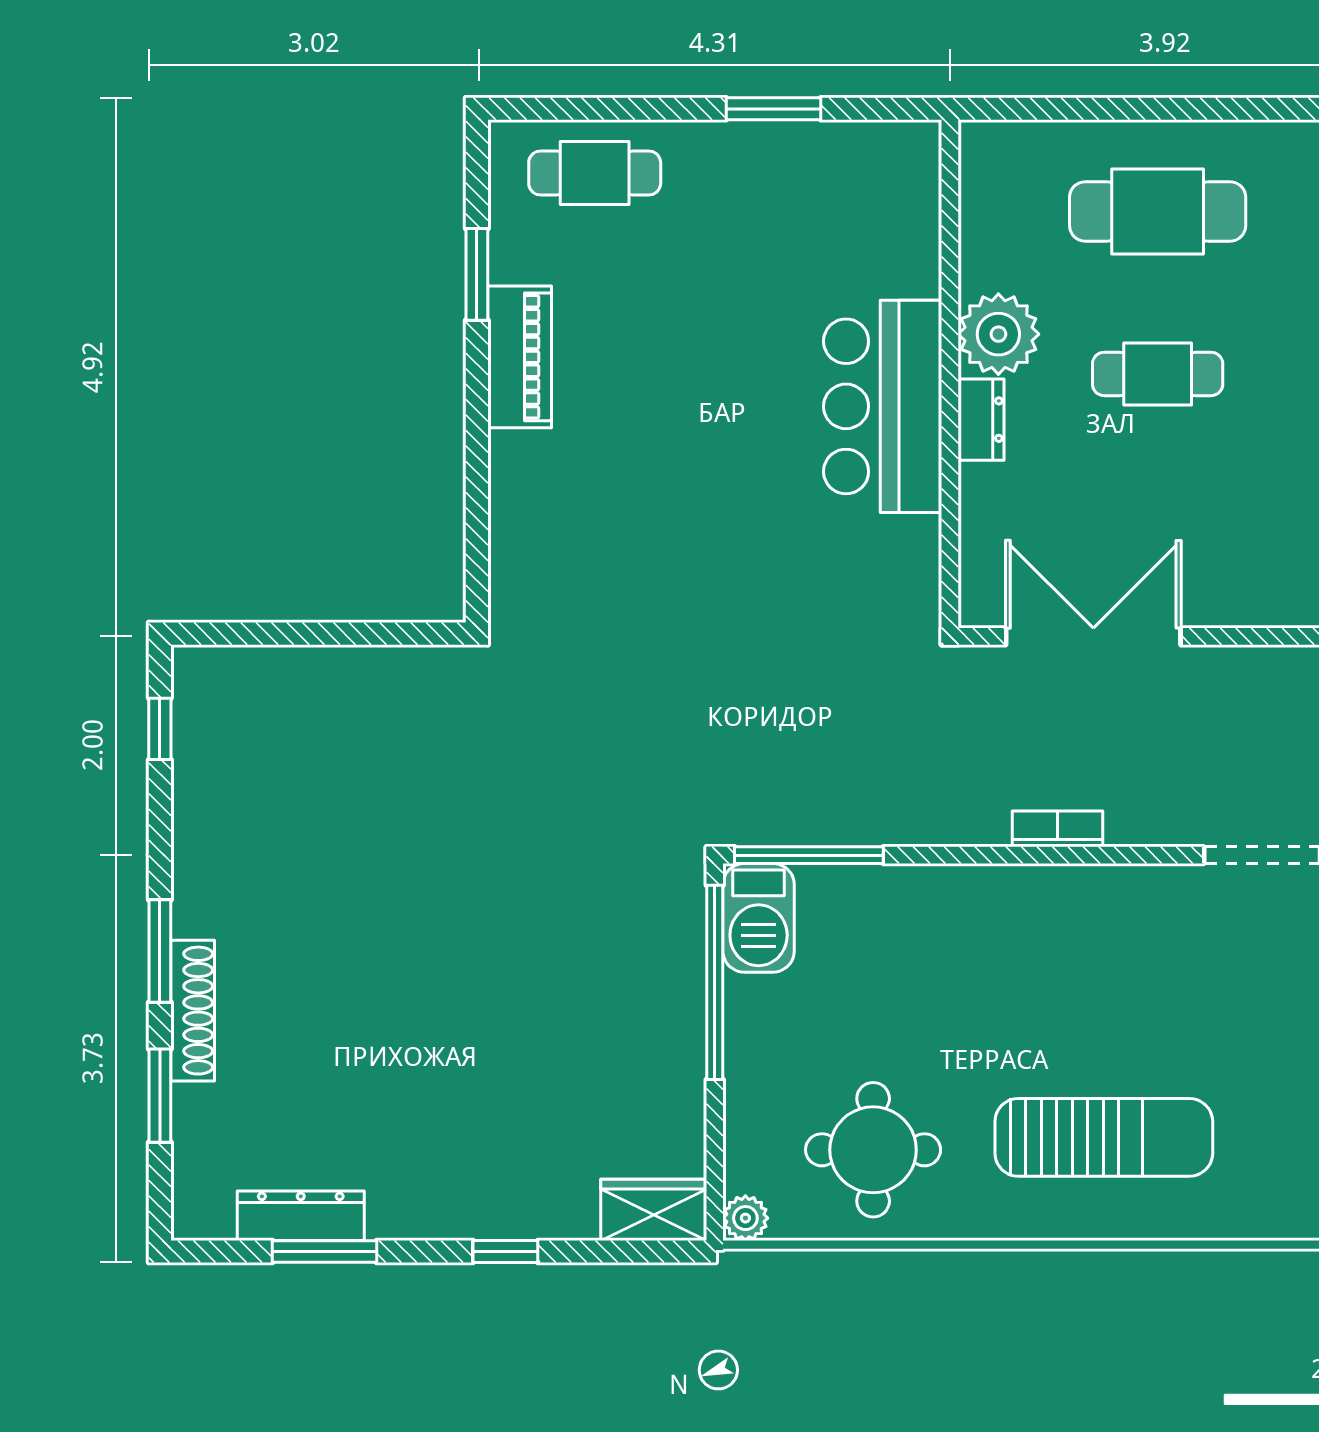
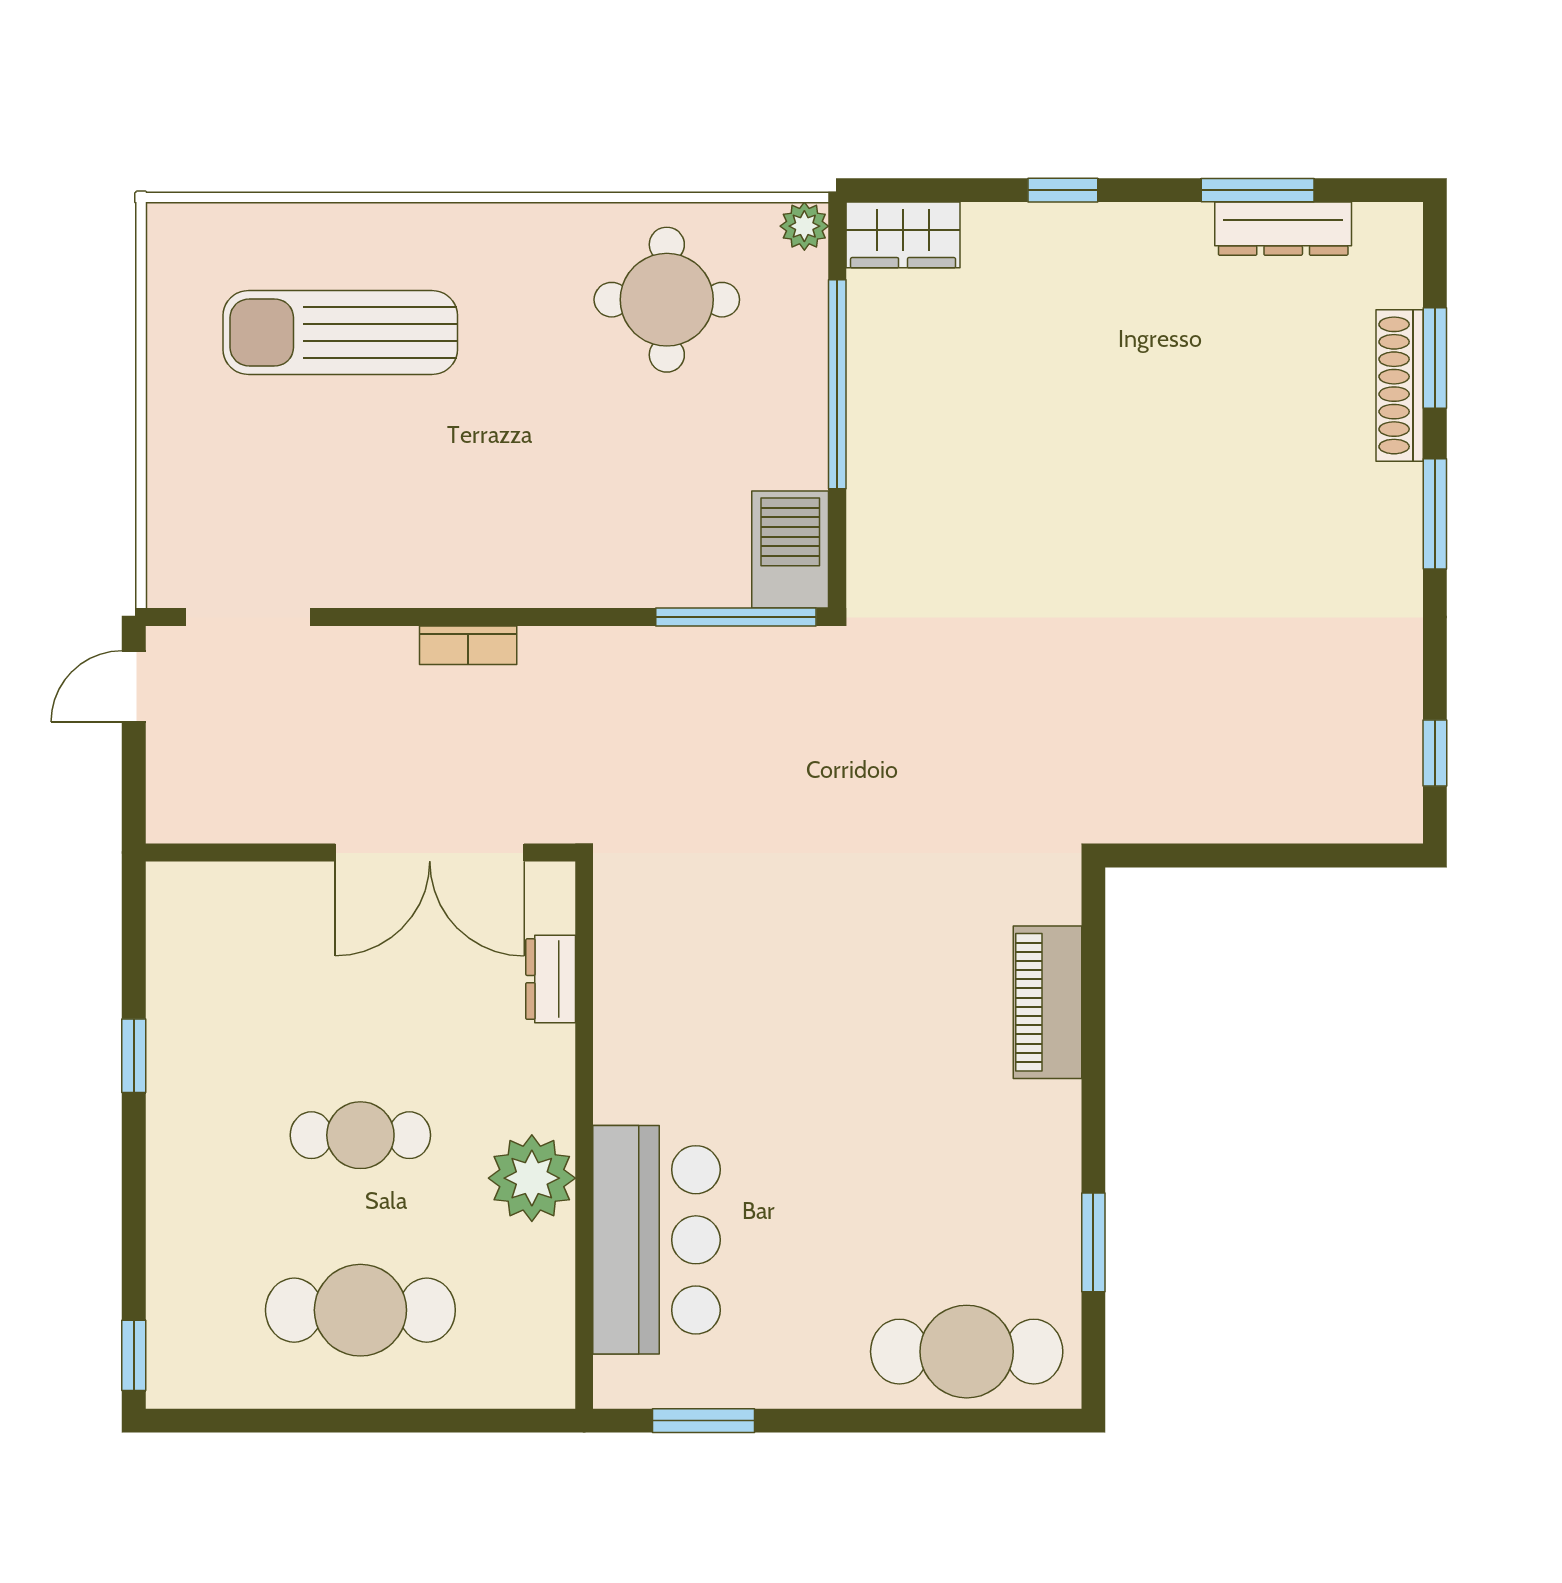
window: (773, 109) -> (704, 1421), moved
cafe table: (595, 173) -> (967, 1352), width x1.37, depth x1.35
piano: (520, 357) -> (1047, 1002), moved
bar counter: (883, 406) -> (657, 1240), moved
dresser: (981, 420) -> (551, 979), moved
window: (715, 982) -> (837, 384), moved
shoe rack: (193, 1011) -> (1400, 385), moved
sun lounger: (1104, 1137) -> (340, 332), moved

